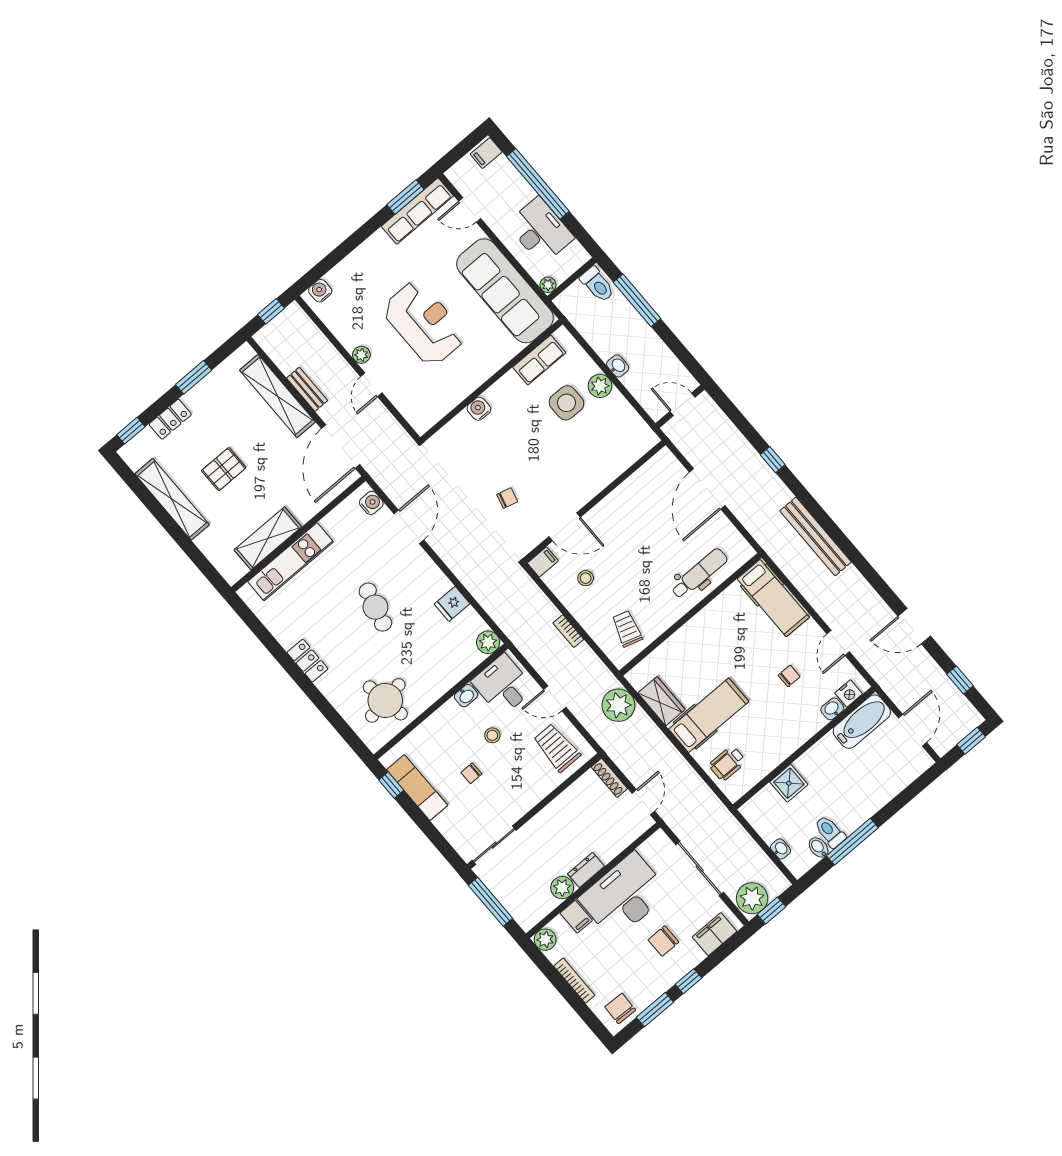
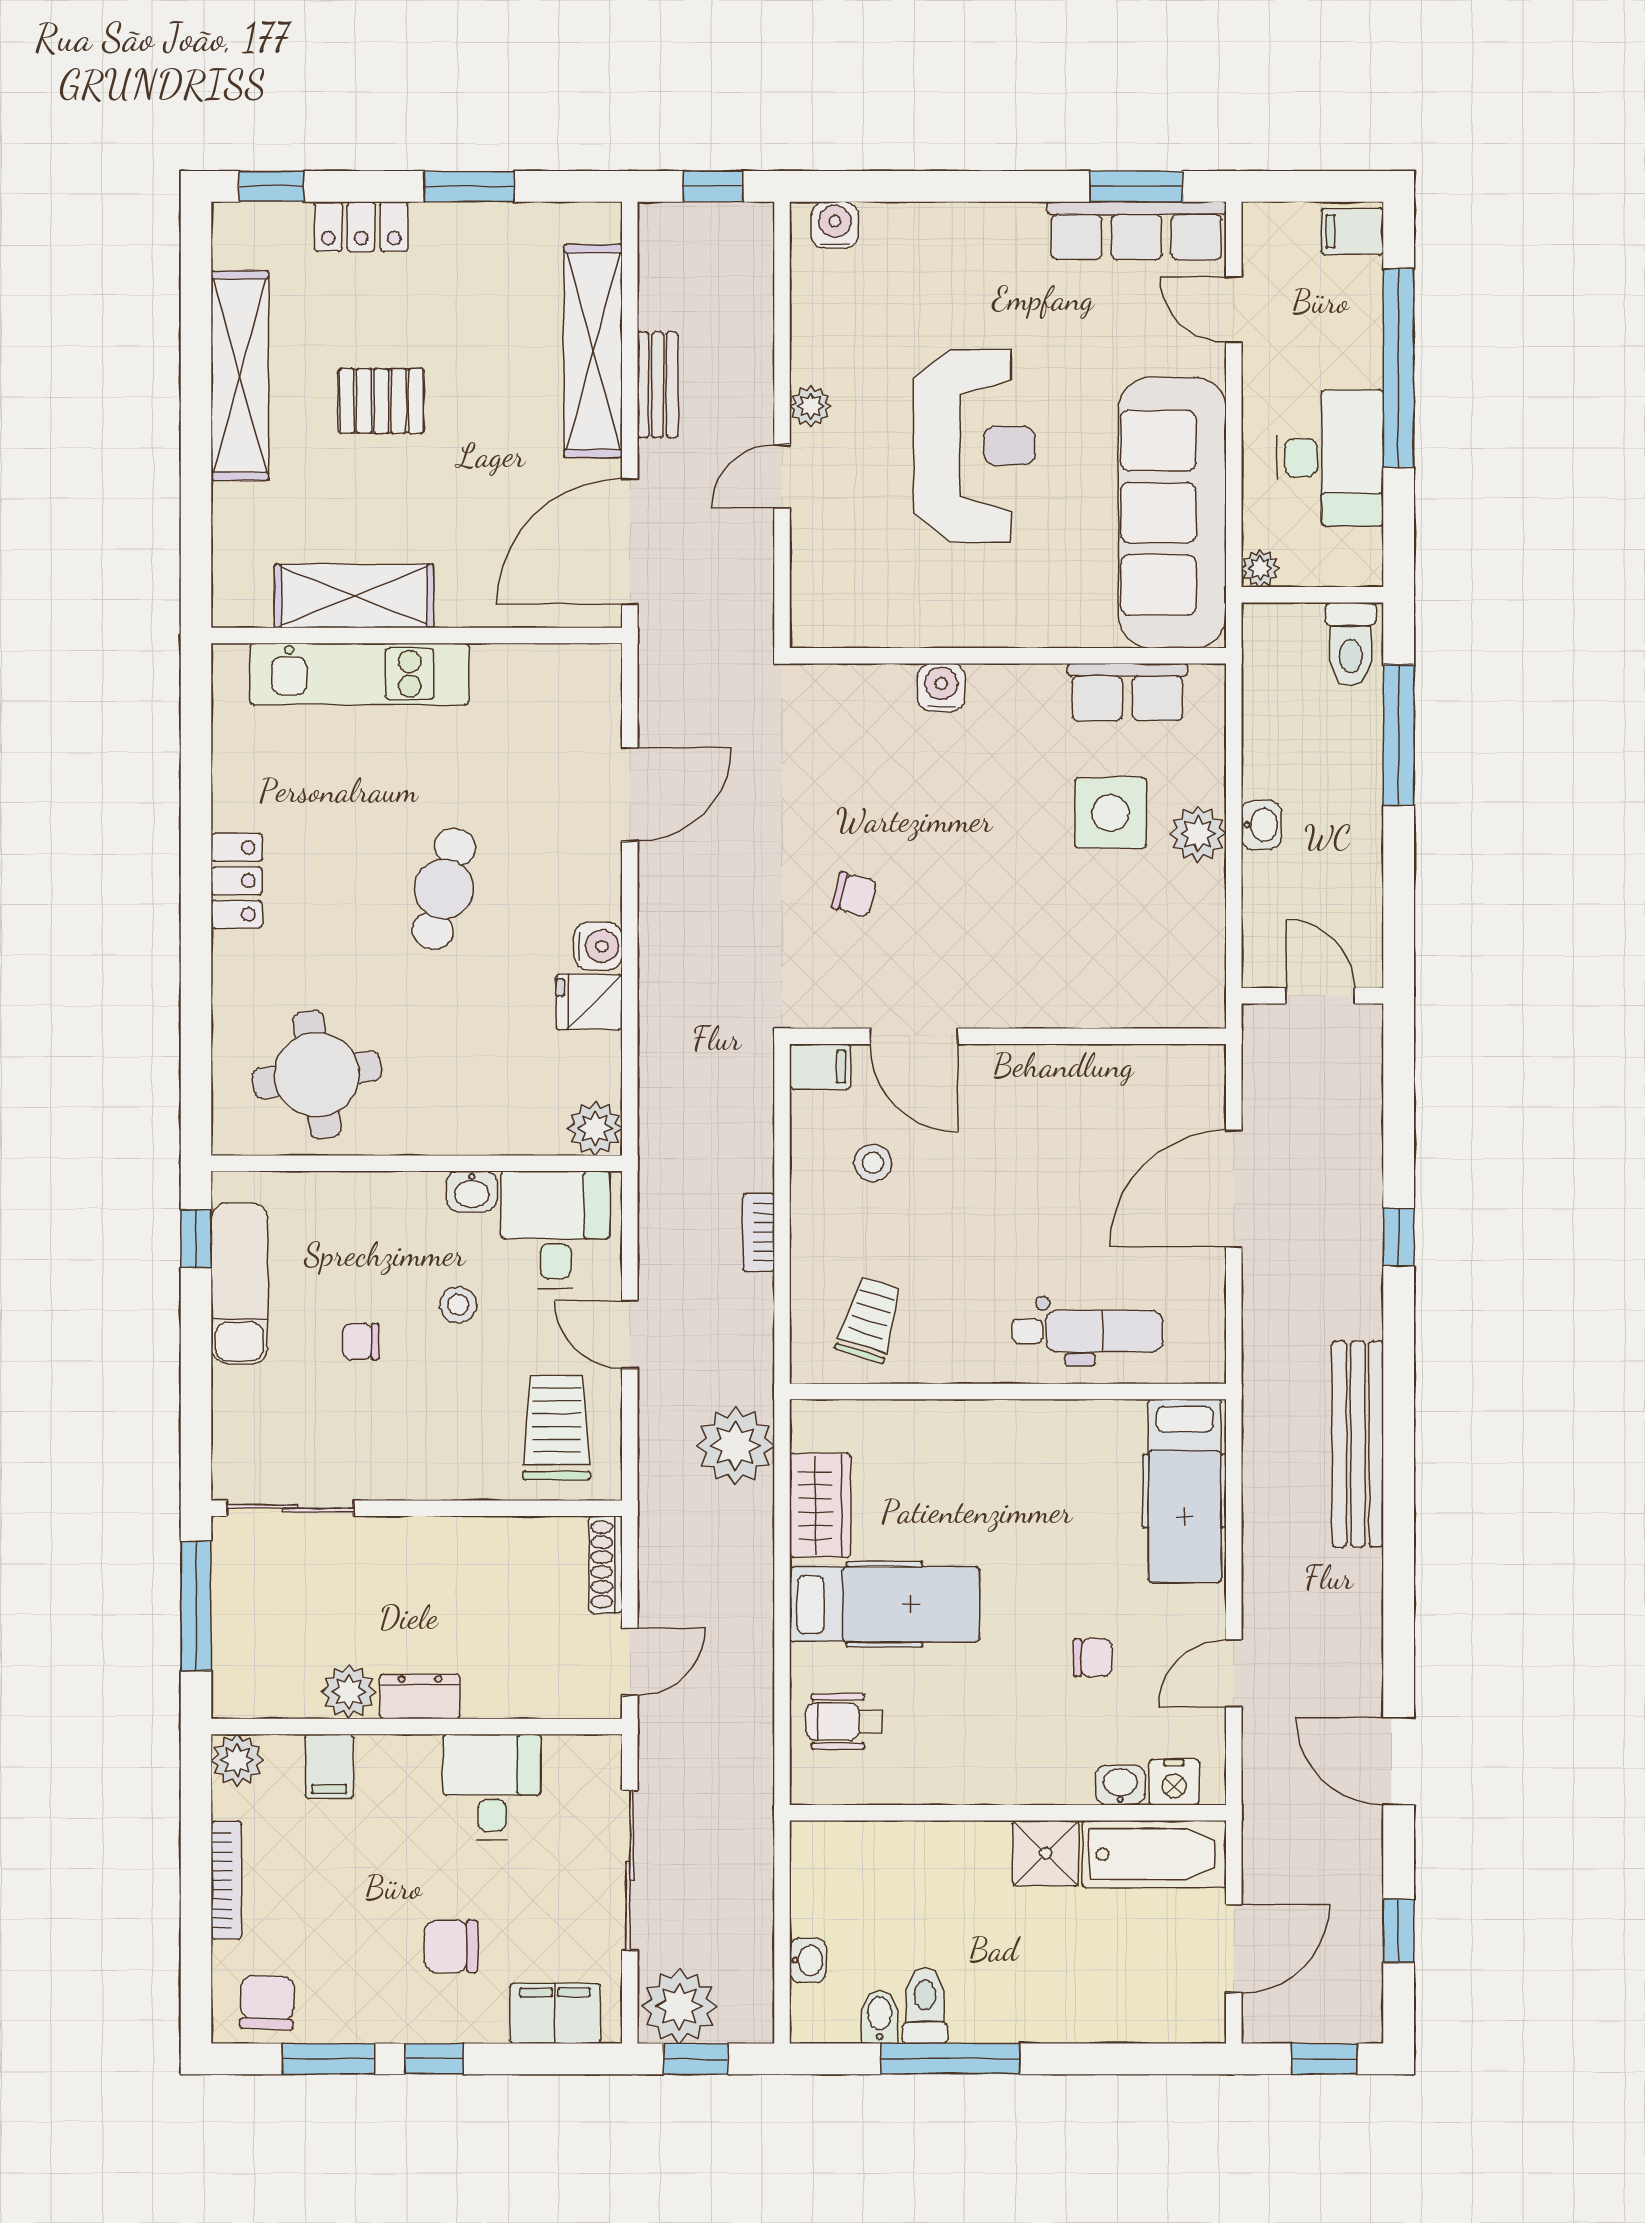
water cooler: (371, 503) -> (598, 946), moved
shower: (789, 783) -> (1046, 1853), moved
desk: (624, 896) -> (492, 1787), width x0.53, depth x0.77

